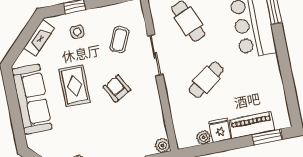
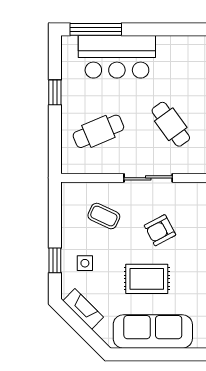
sliding door: (155, 55) -> (148, 178), moved

